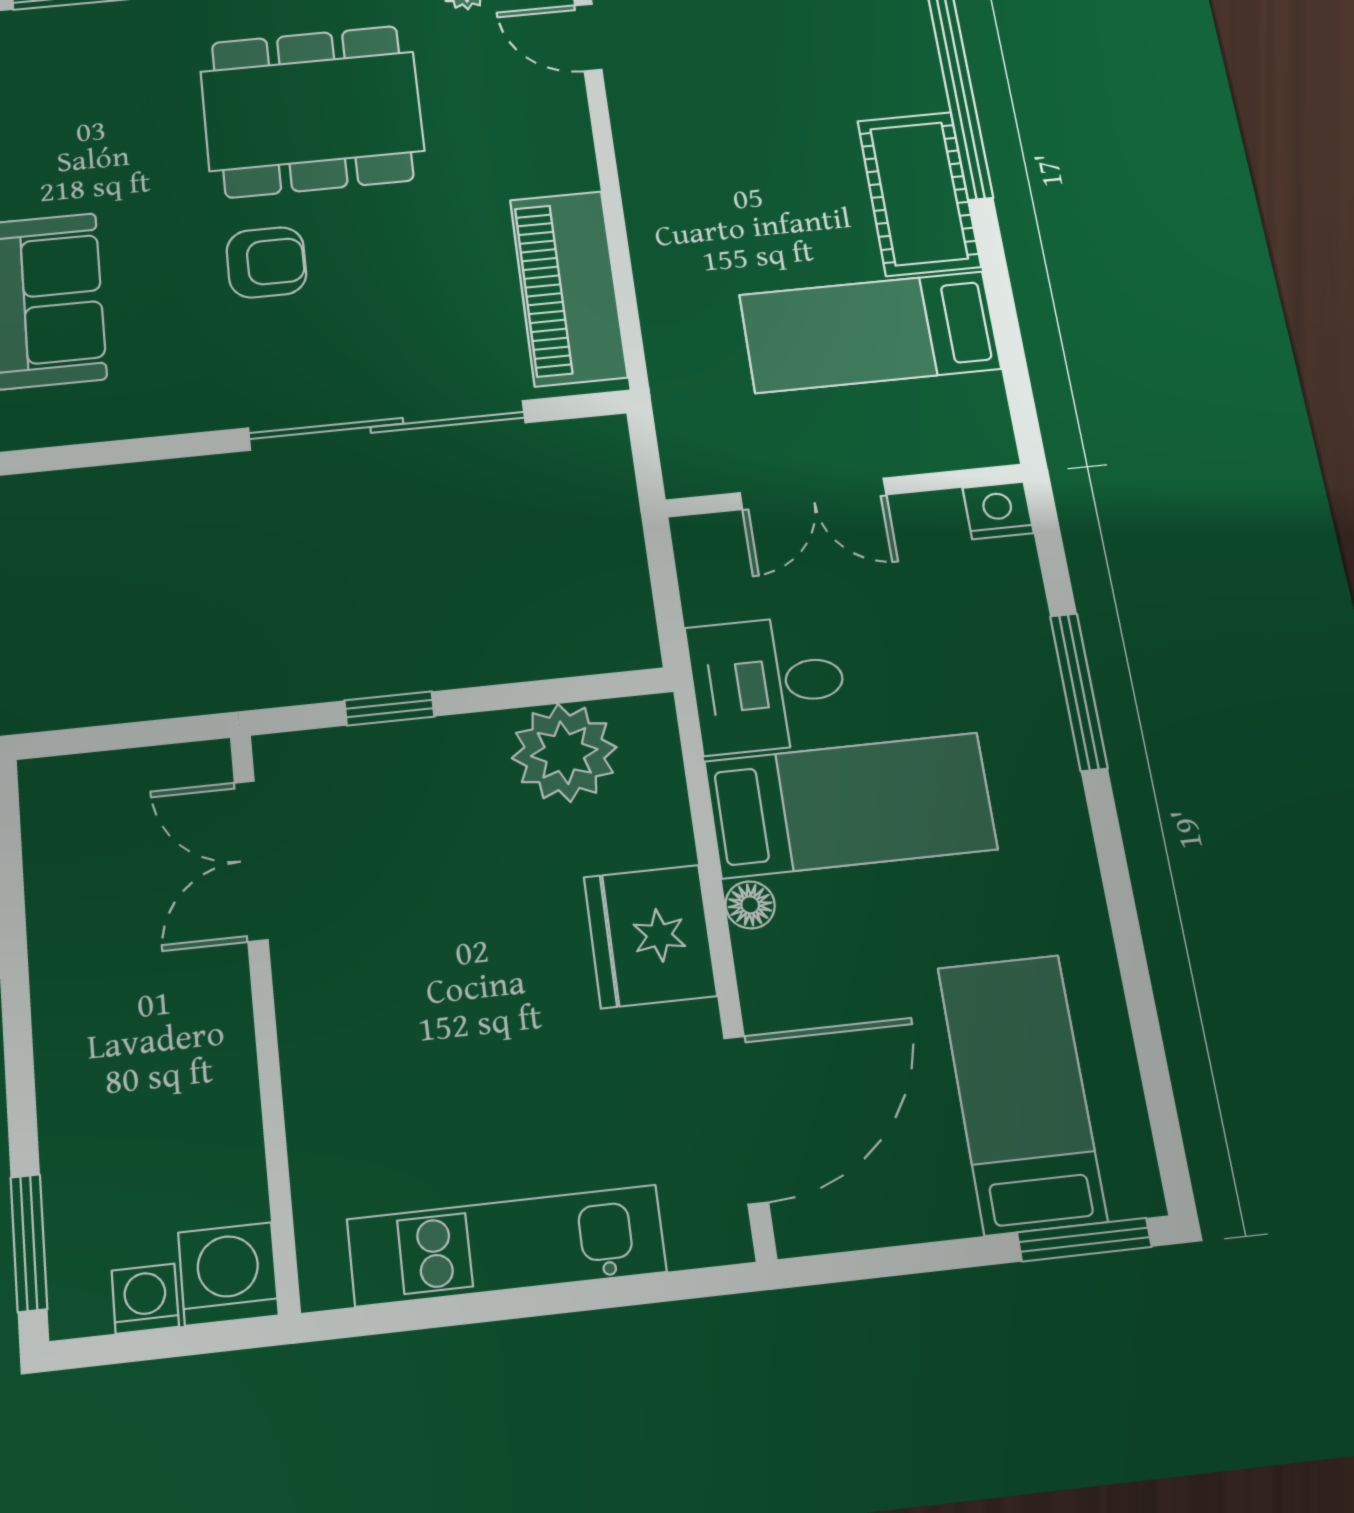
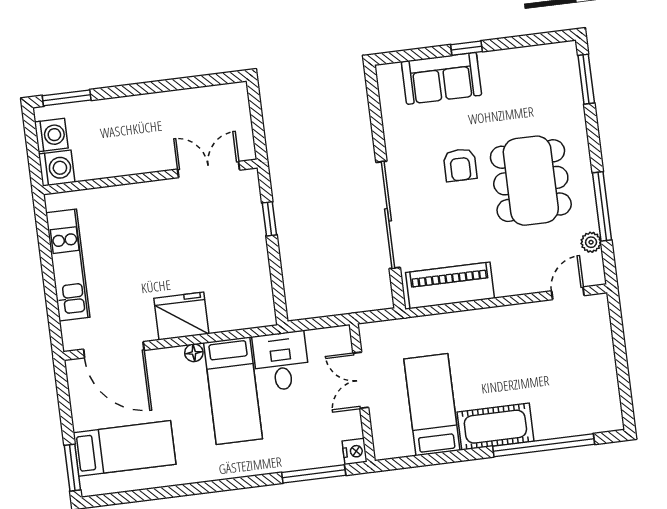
window: (1079, 692) -> (314, 474), moved
plant: (564, 753) -> (252, 285), removed
washing machine: (145, 1299) -> (51, 135), width x1.38, depth x1.38

